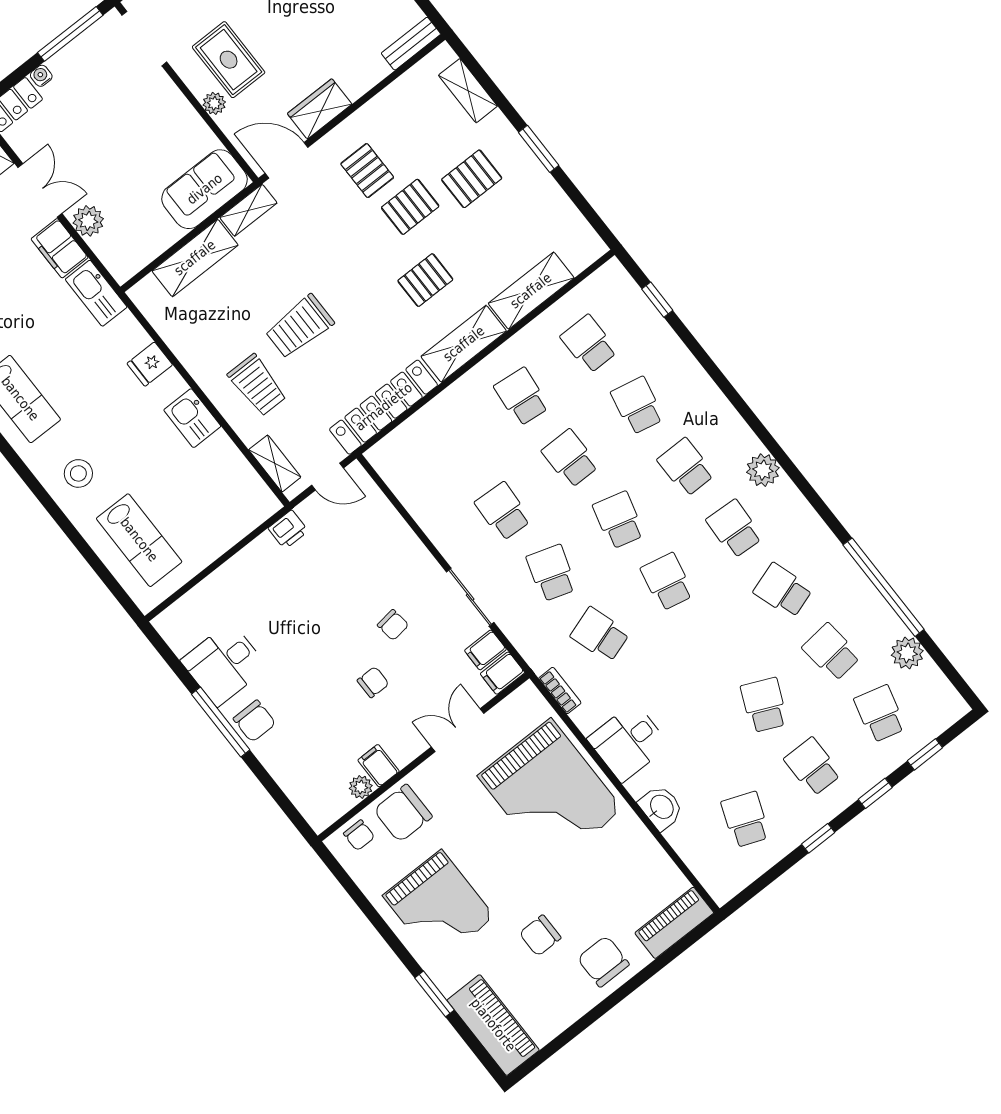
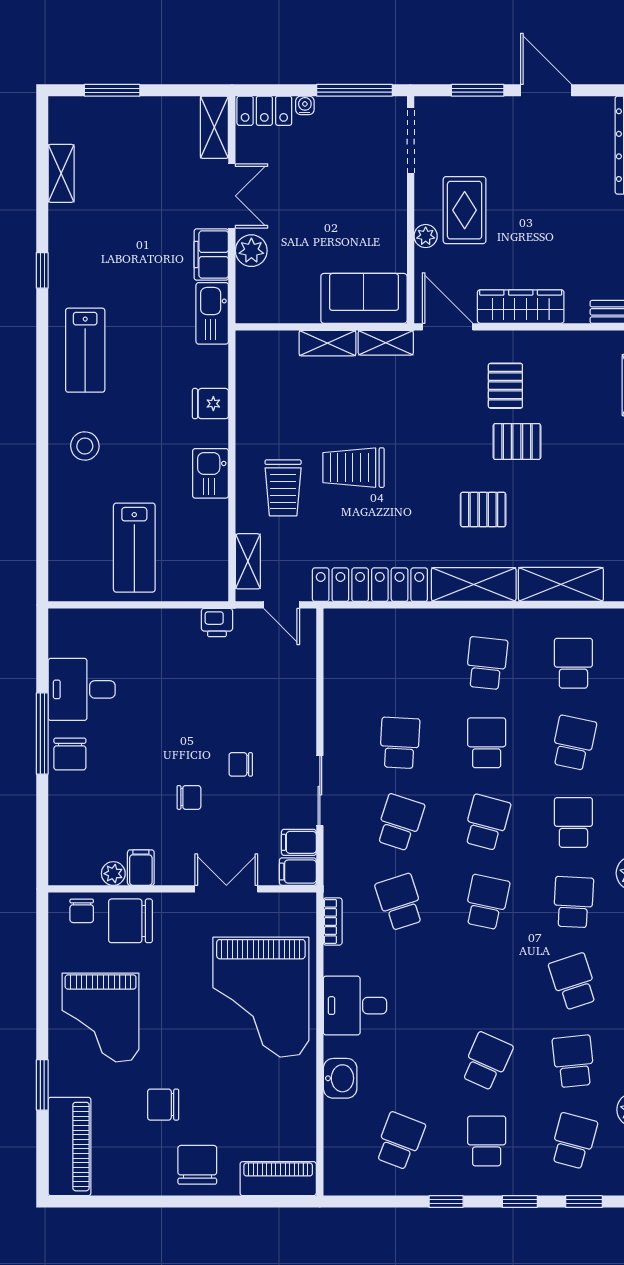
wardrobe: (320, 109) -> (521, 307), width x1.50
pallet: (472, 179) -> (584, 458), removed
shelving: (195, 258) -> (327, 343), width x0.67, depth x0.75
lab bench: (139, 540) -> (134, 548), moved
chair: (393, 625) -> (241, 764), turned 97

